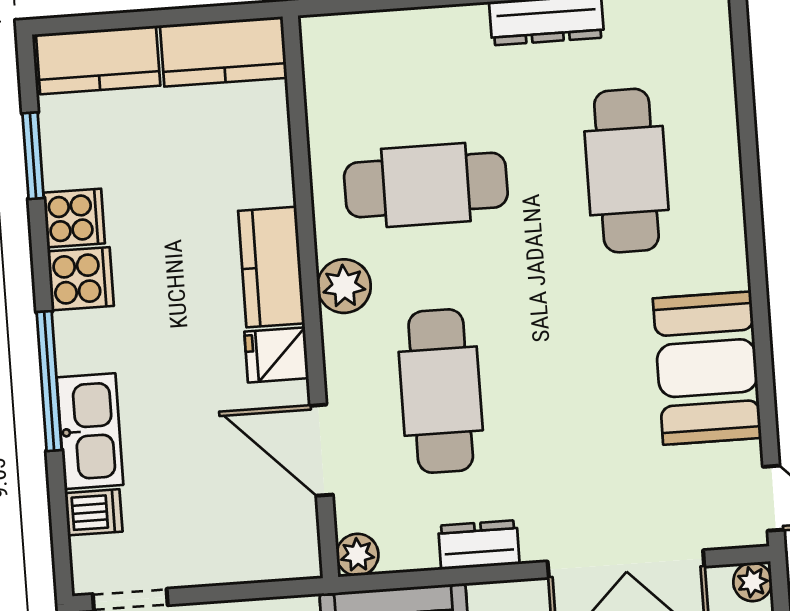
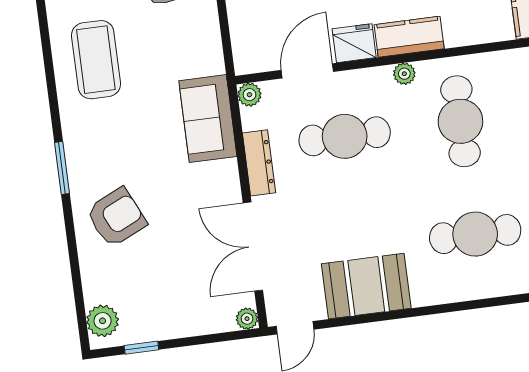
plant: (344, 286) -> (404, 74), width x0.73, depth x0.73
fridge: (276, 355) -> (354, 43), width x1.38
dresser: (479, 545) -> (259, 163), width x1.44

